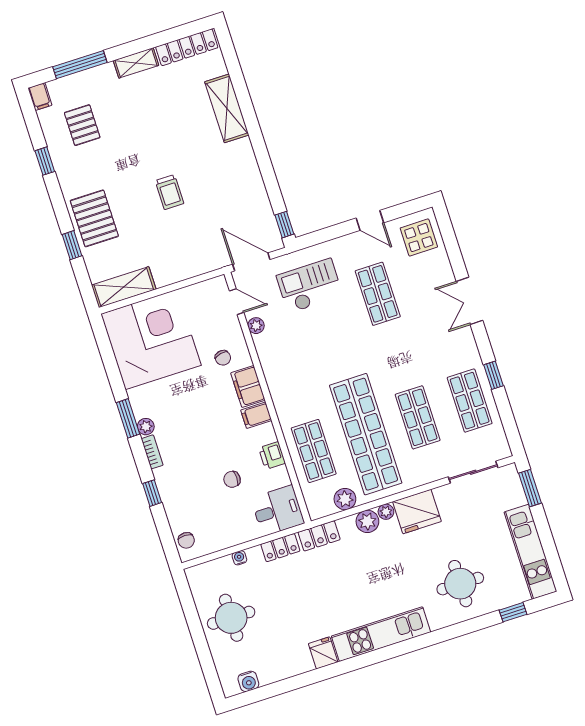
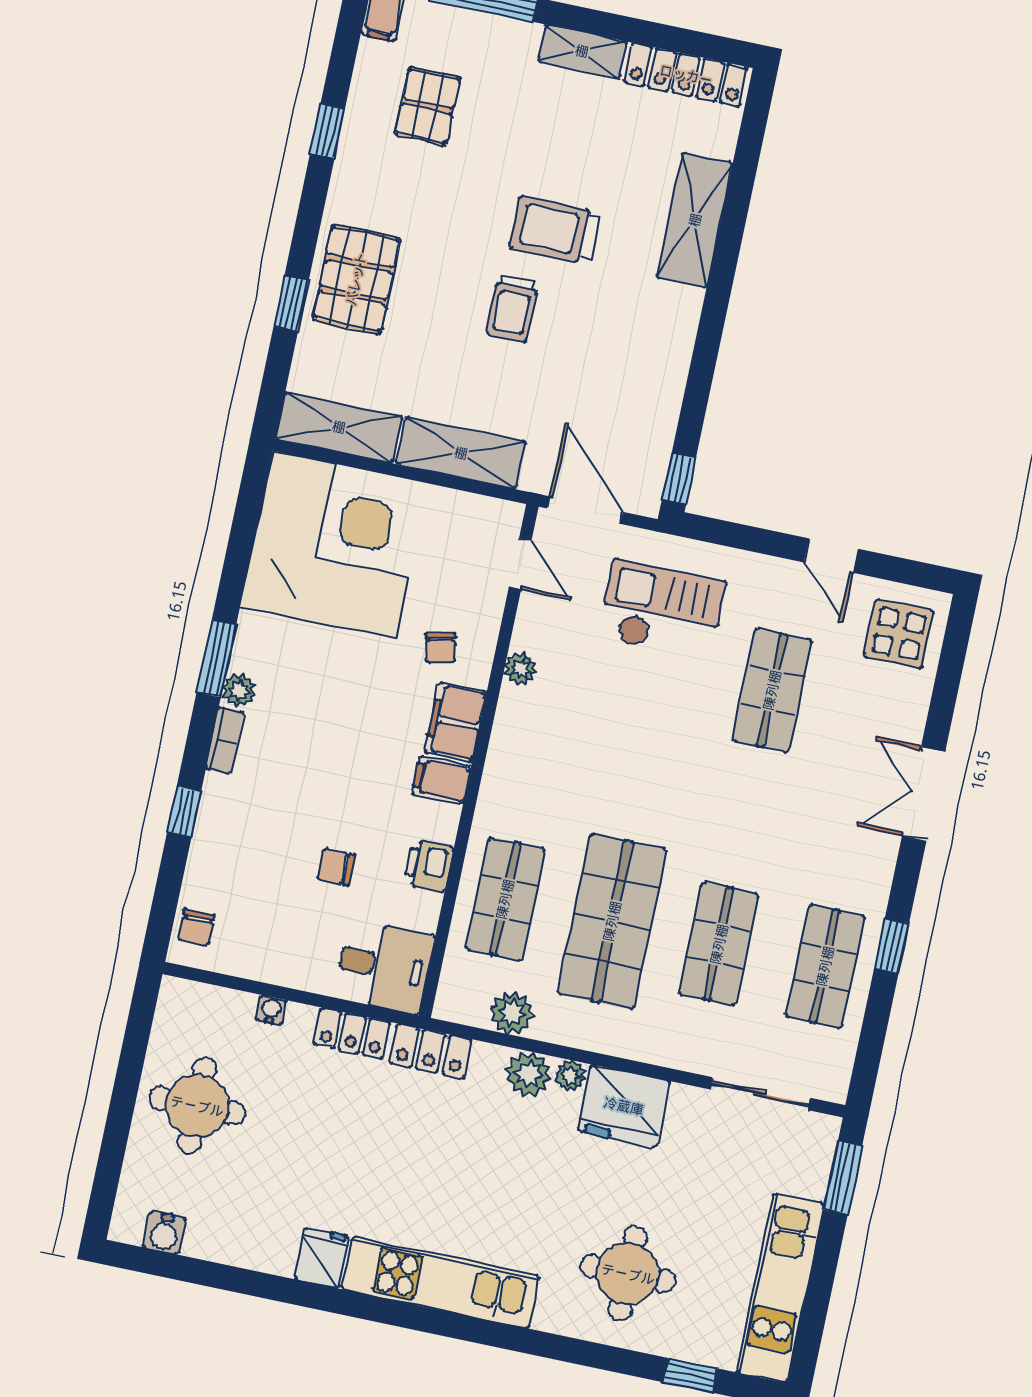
trolley: (168, 148) -> (555, 230), added
shelving: (183, 268) -> (461, 453), added
plant: (256, 326) -> (521, 669), moved
shop shelf: (366, 434) -> (612, 921), width x0.71

